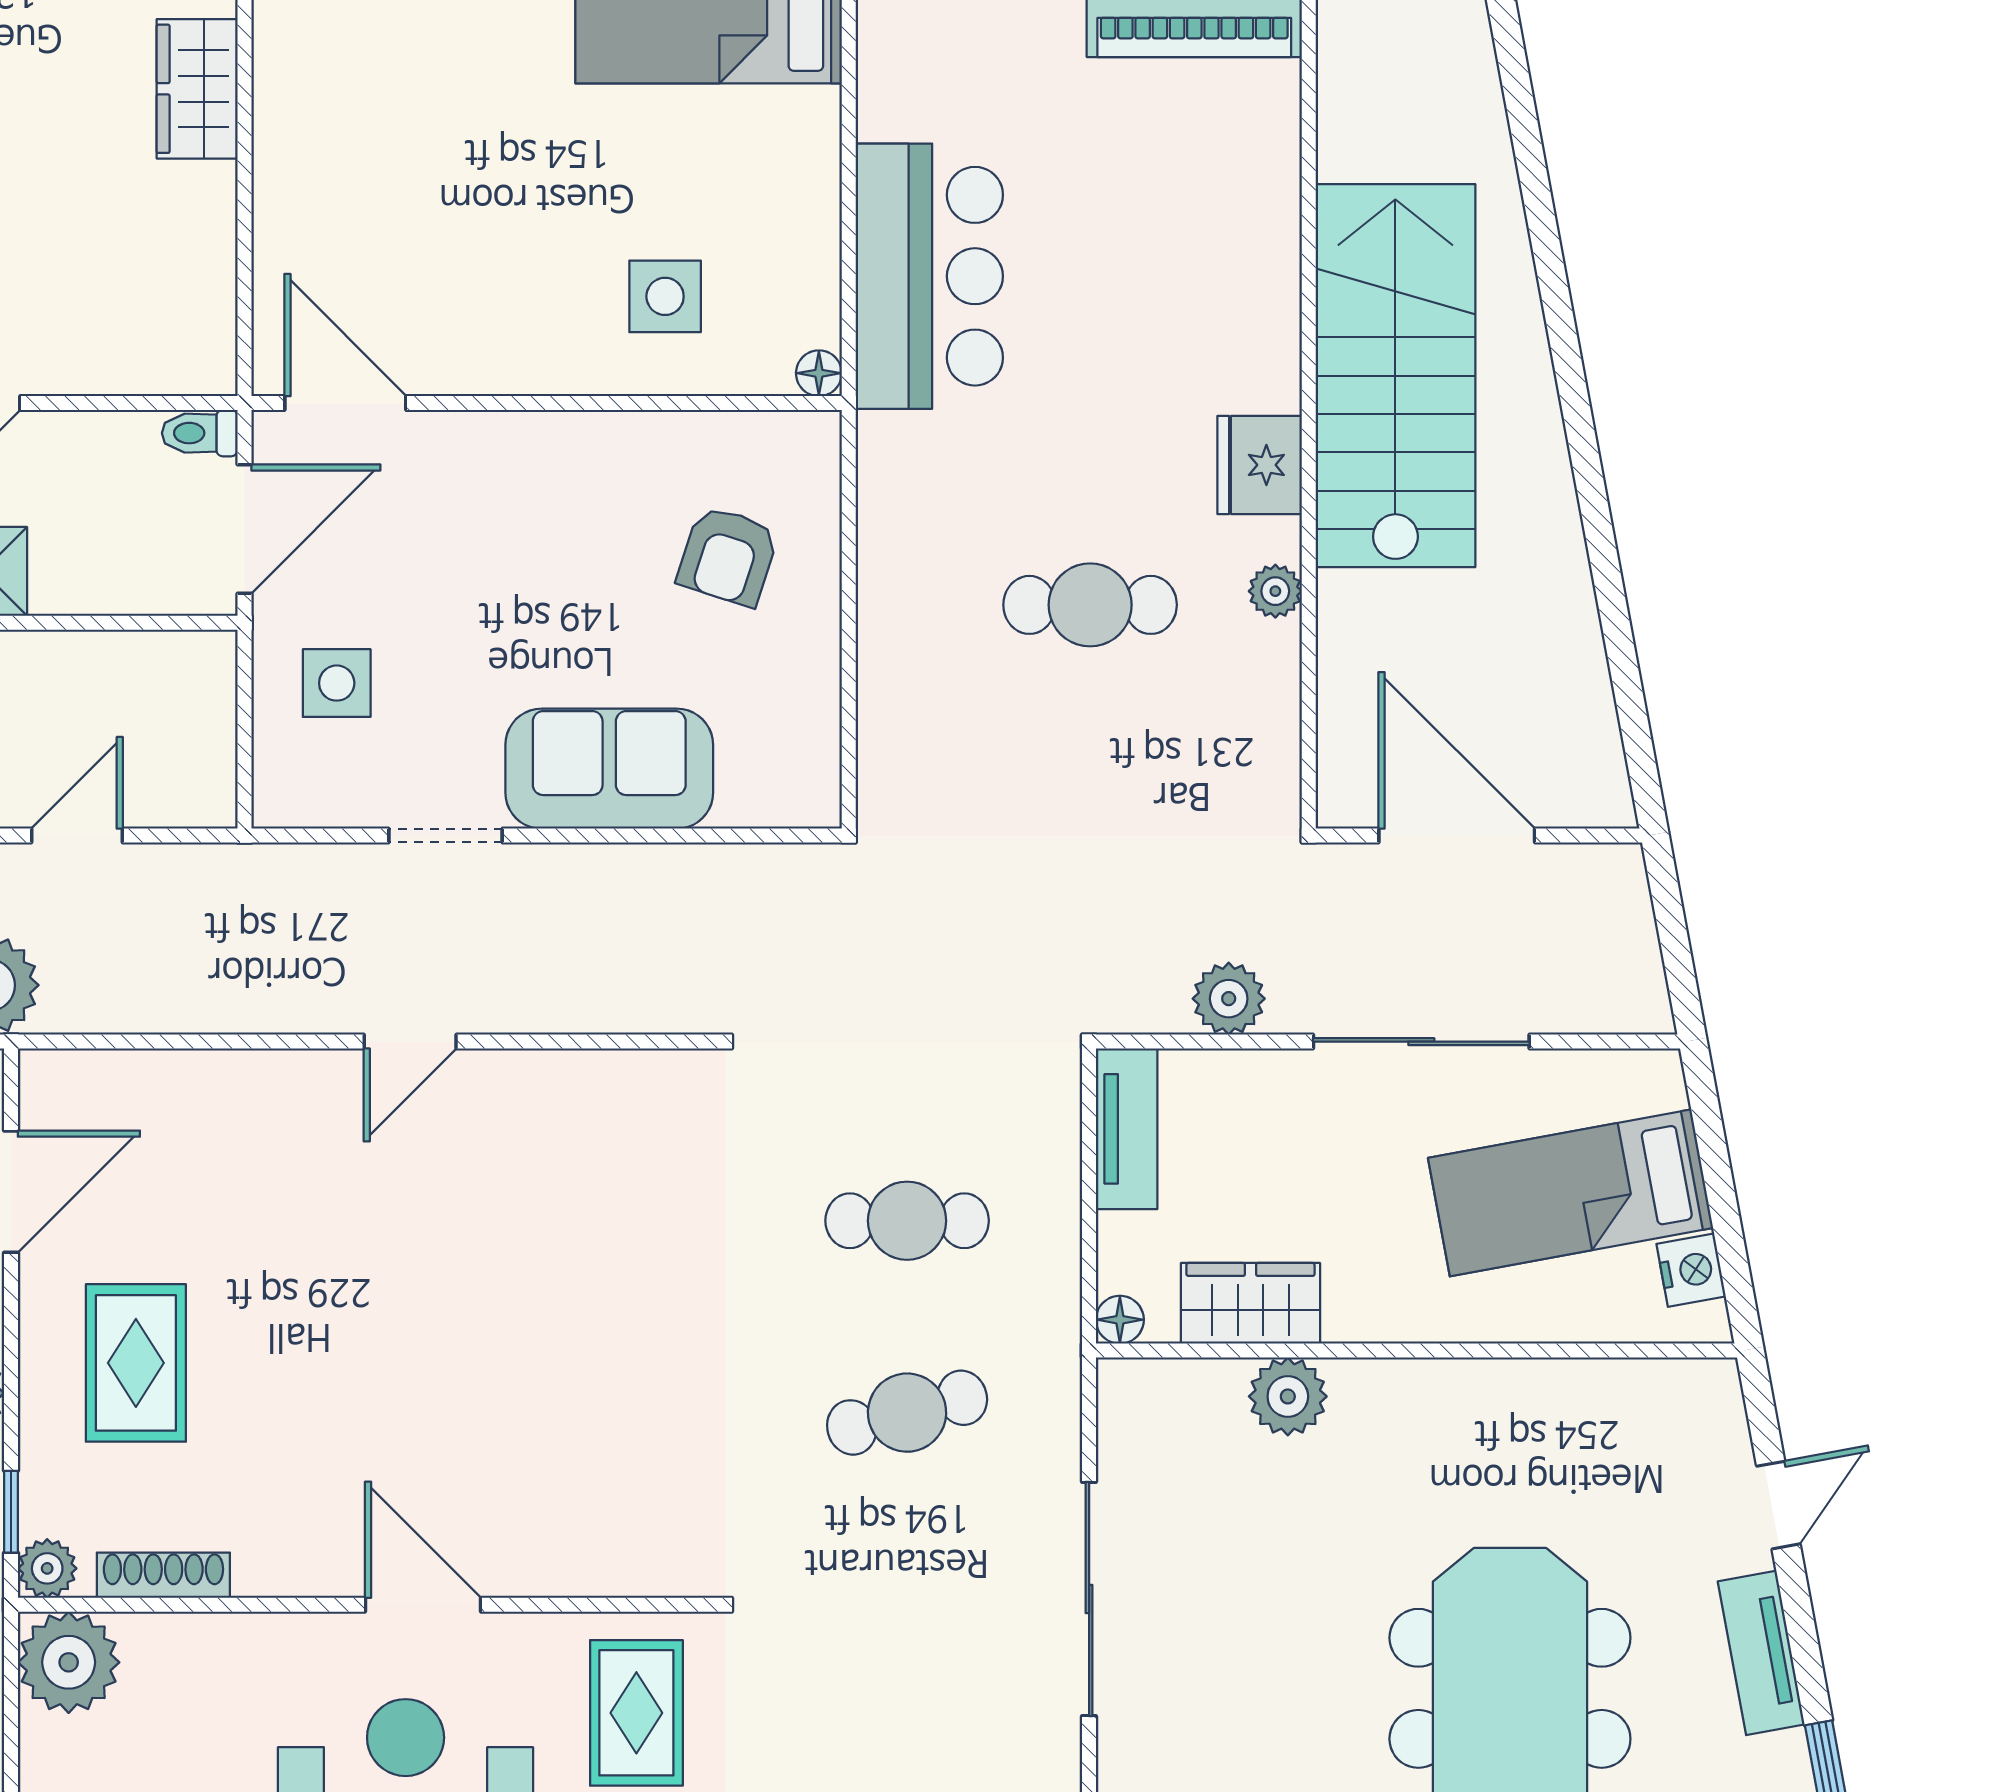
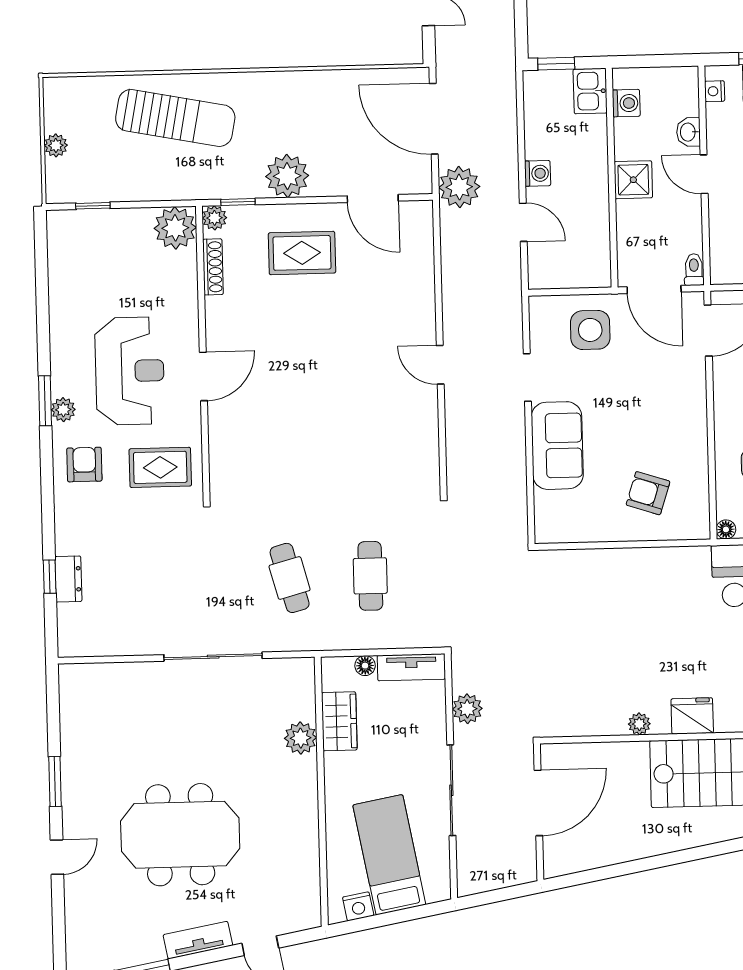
cafe table: (1090, 605) -> (631, 646), removed
side table: (337, 683) -> (590, 330), width x1.37, depth x1.37
floor lamp: (1120, 1320) -> (365, 666), moved

